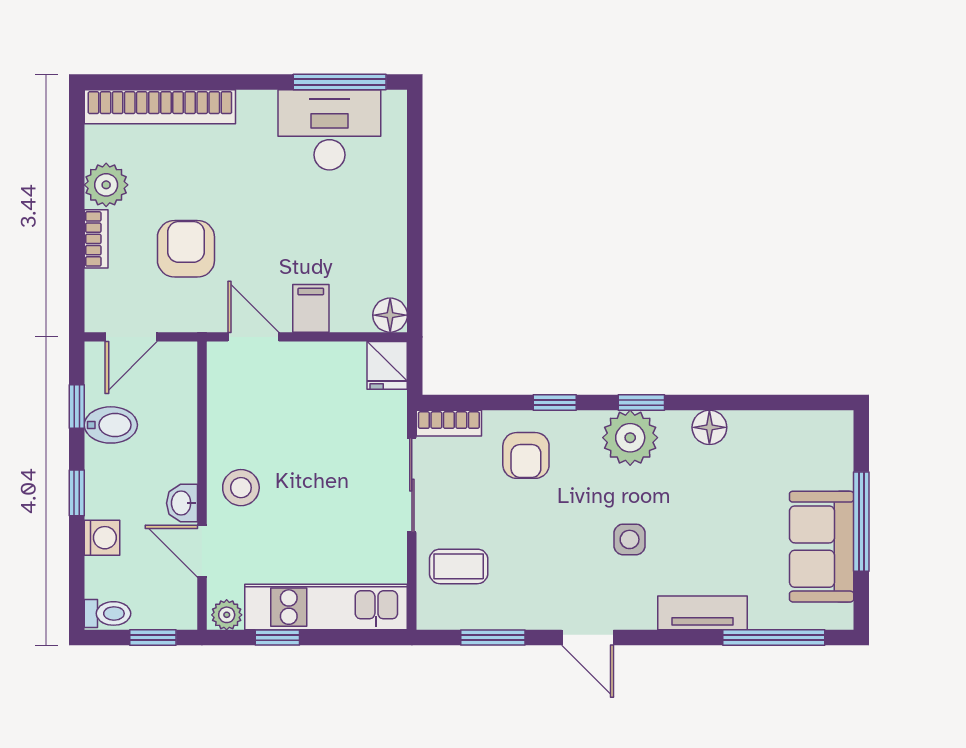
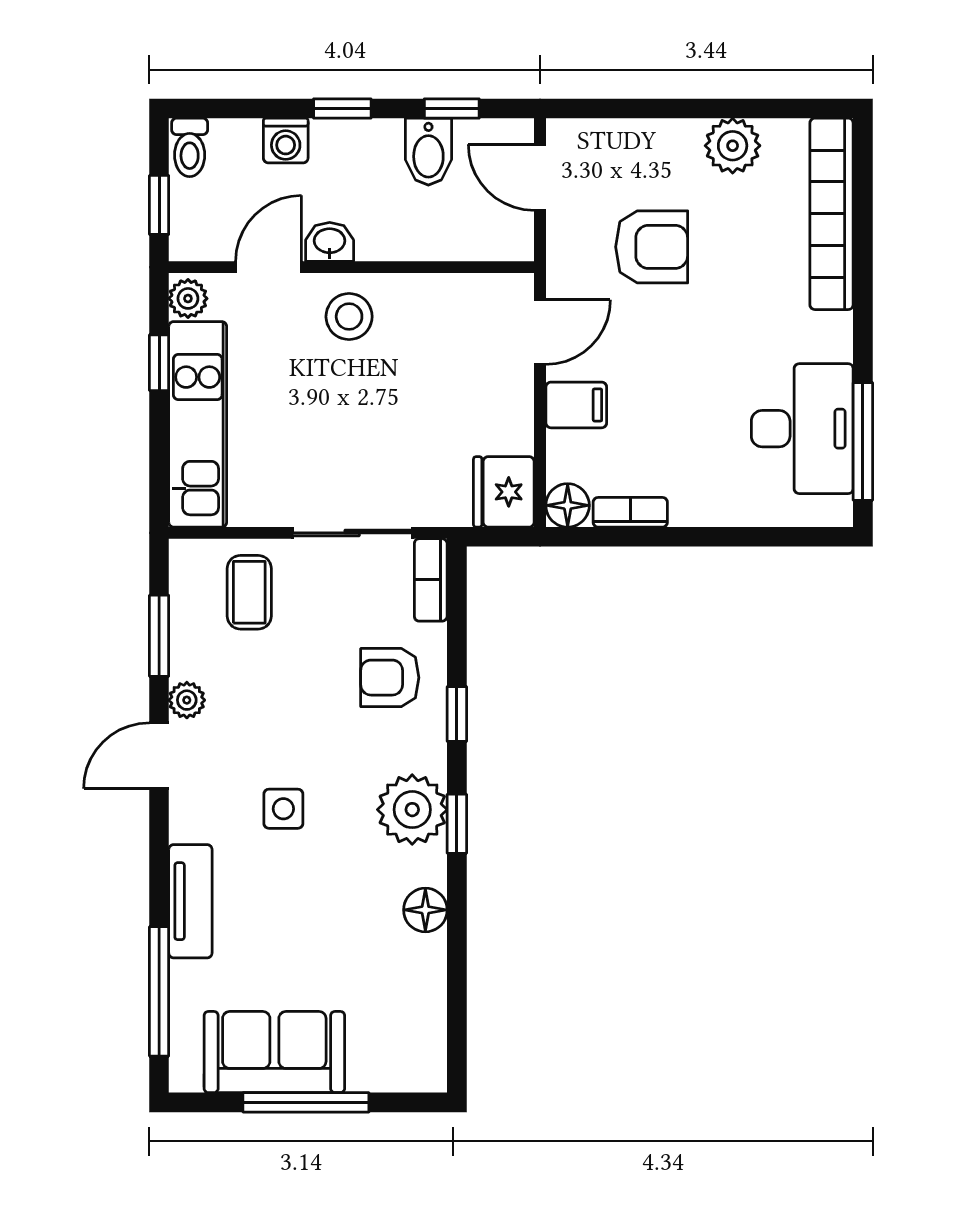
bookcase: (96, 239) -> (630, 512), moved, turned 180
fridge: (387, 365) -> (504, 492), width x1.38
plant: (544, 616) -> (187, 700), added

